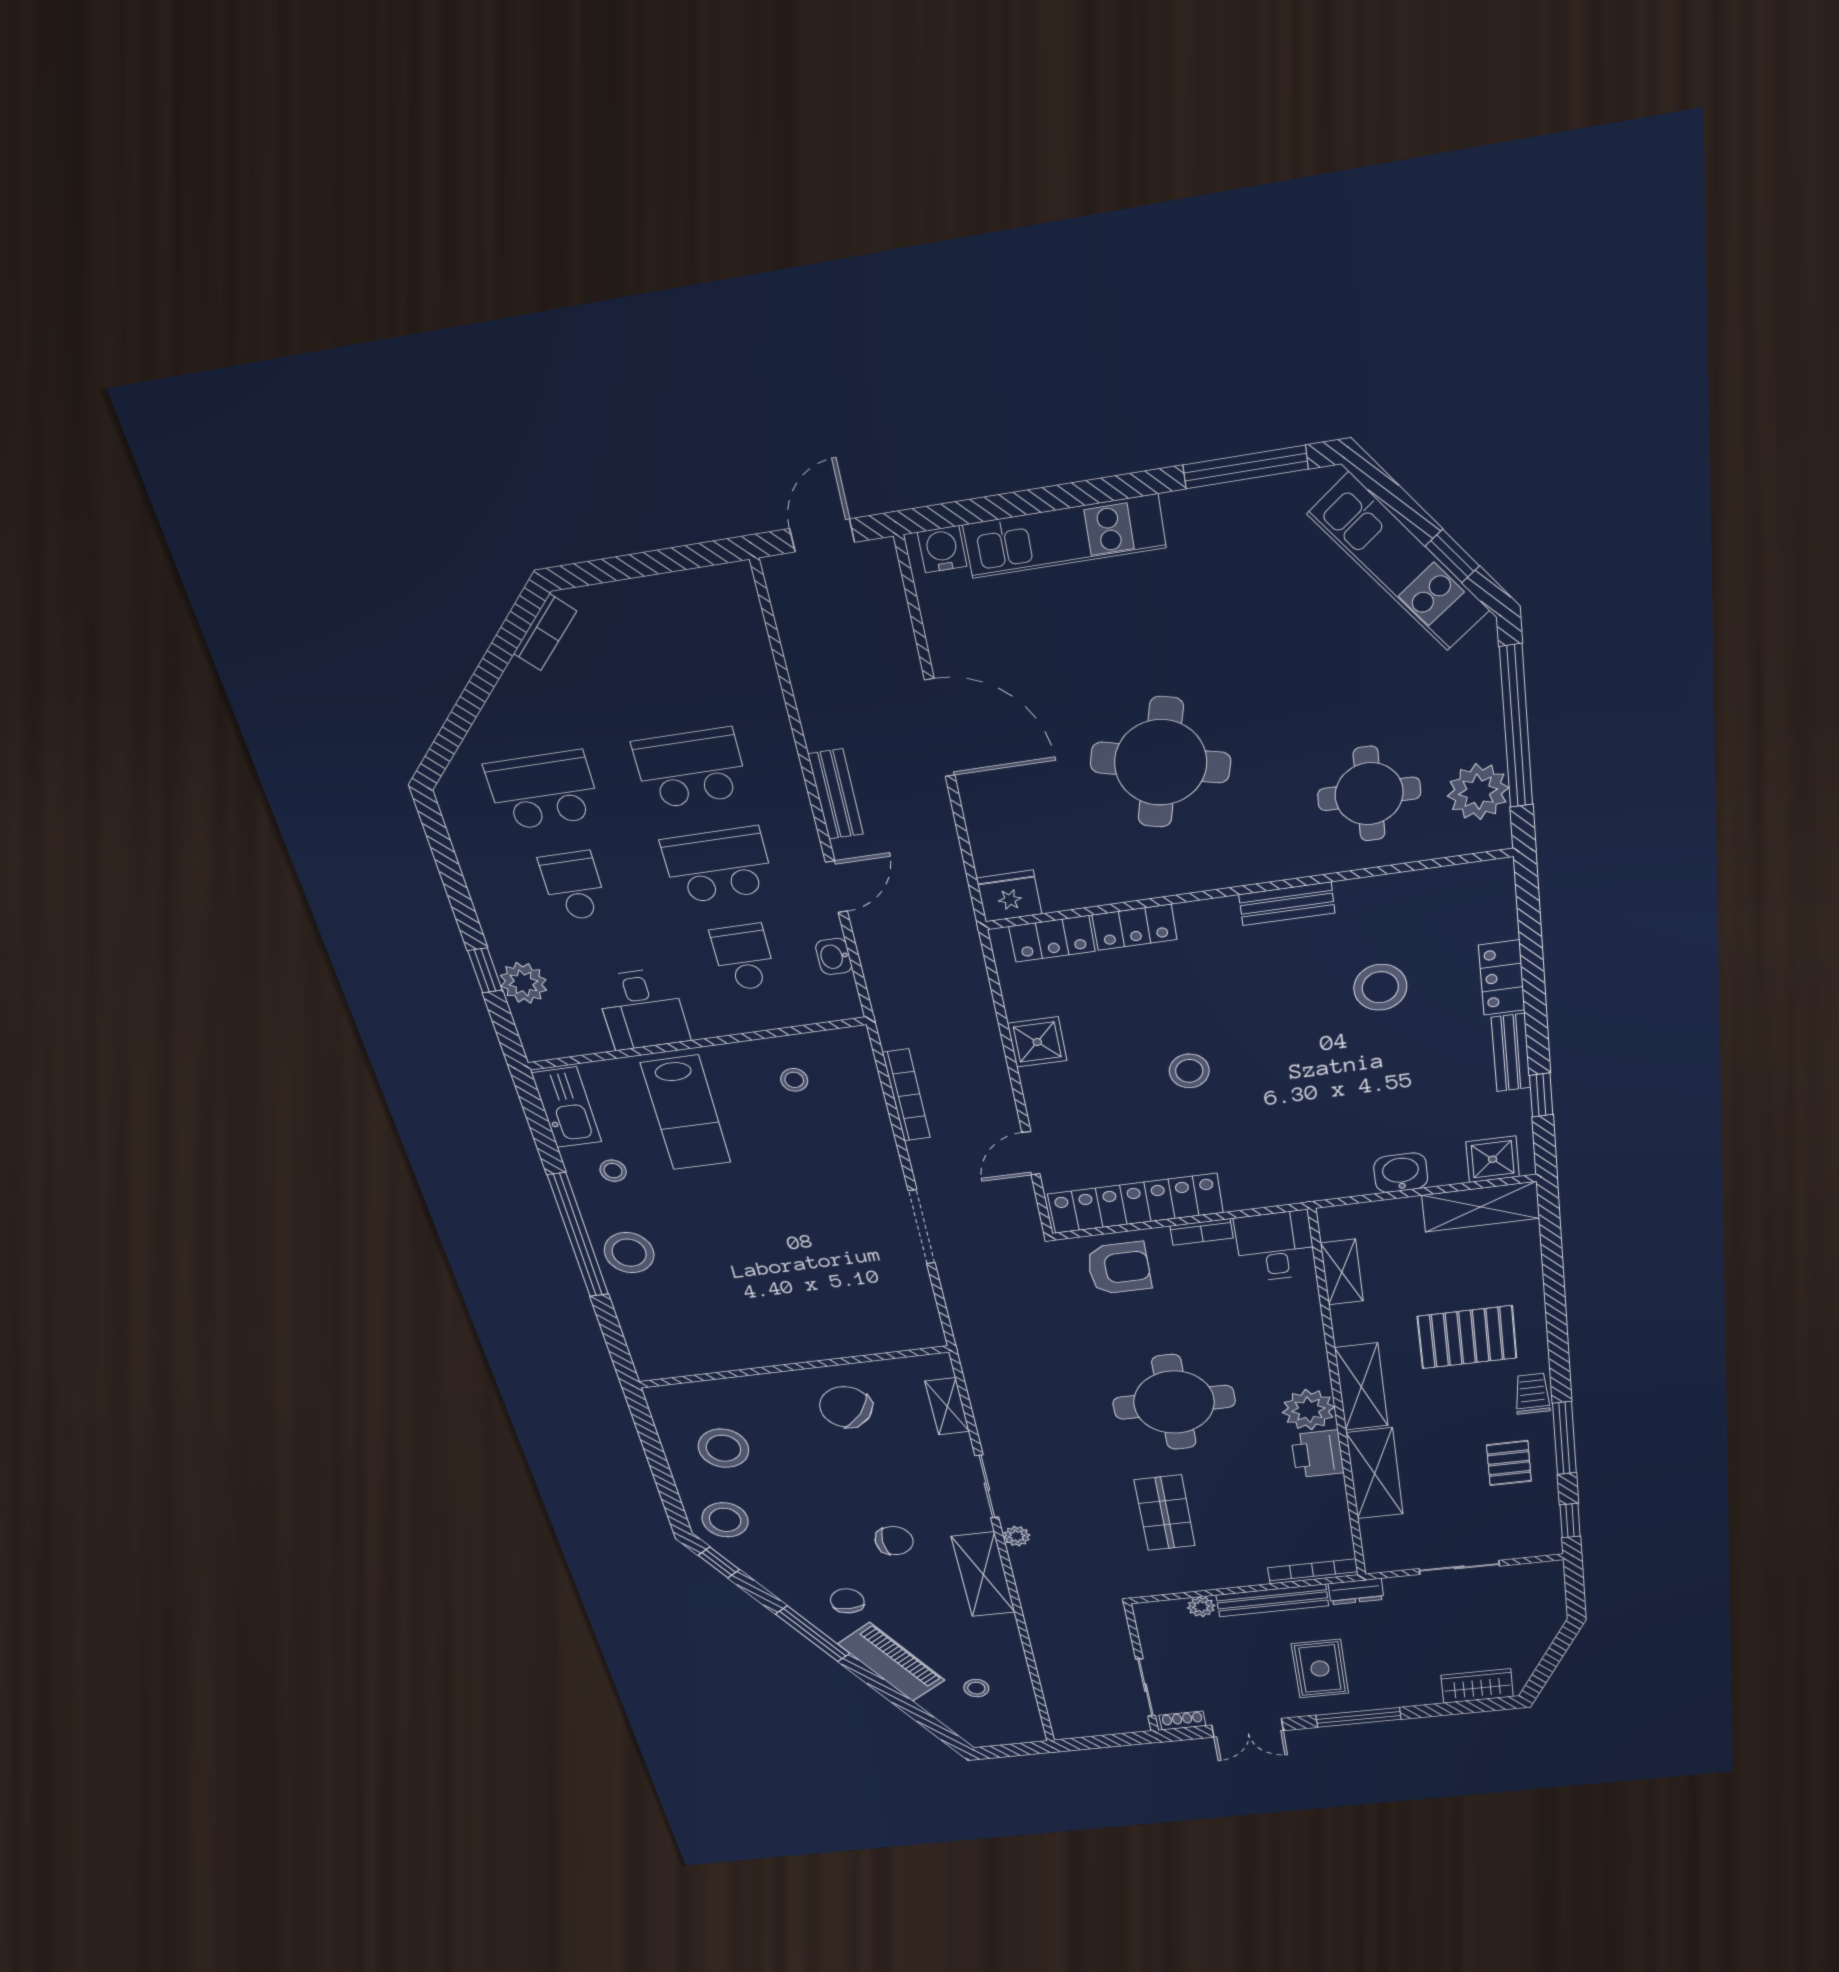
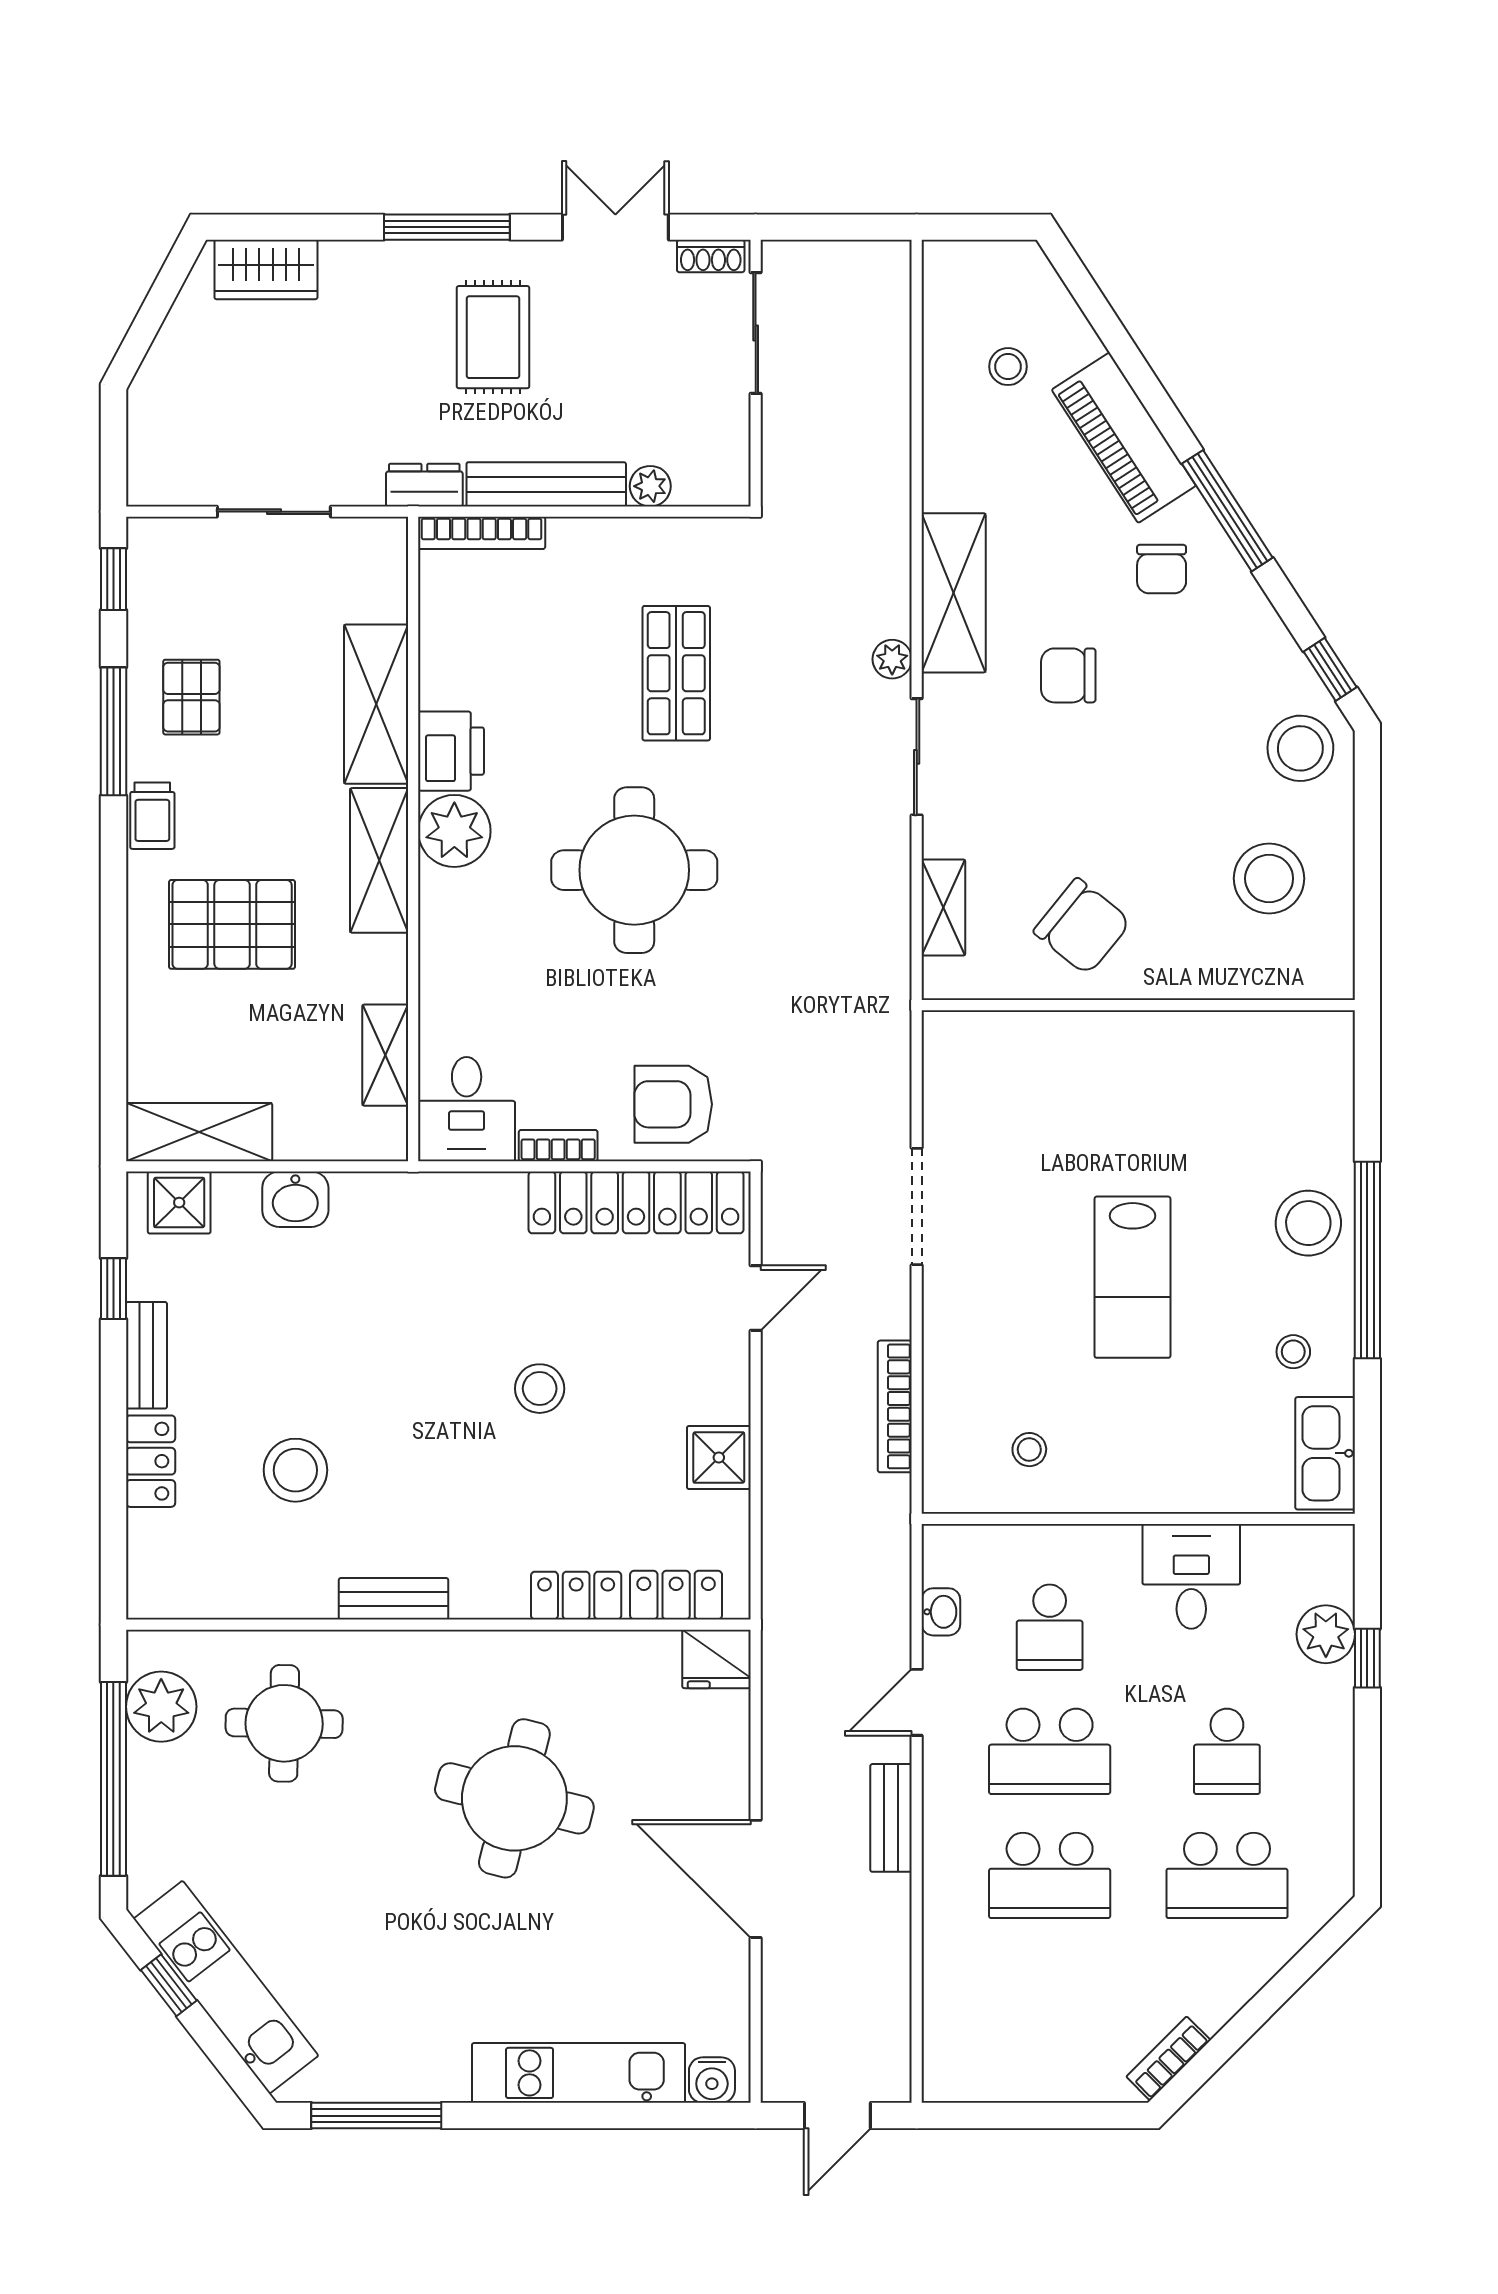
lab bench: (686, 1113) -> (1133, 1277), moved, turned 180

